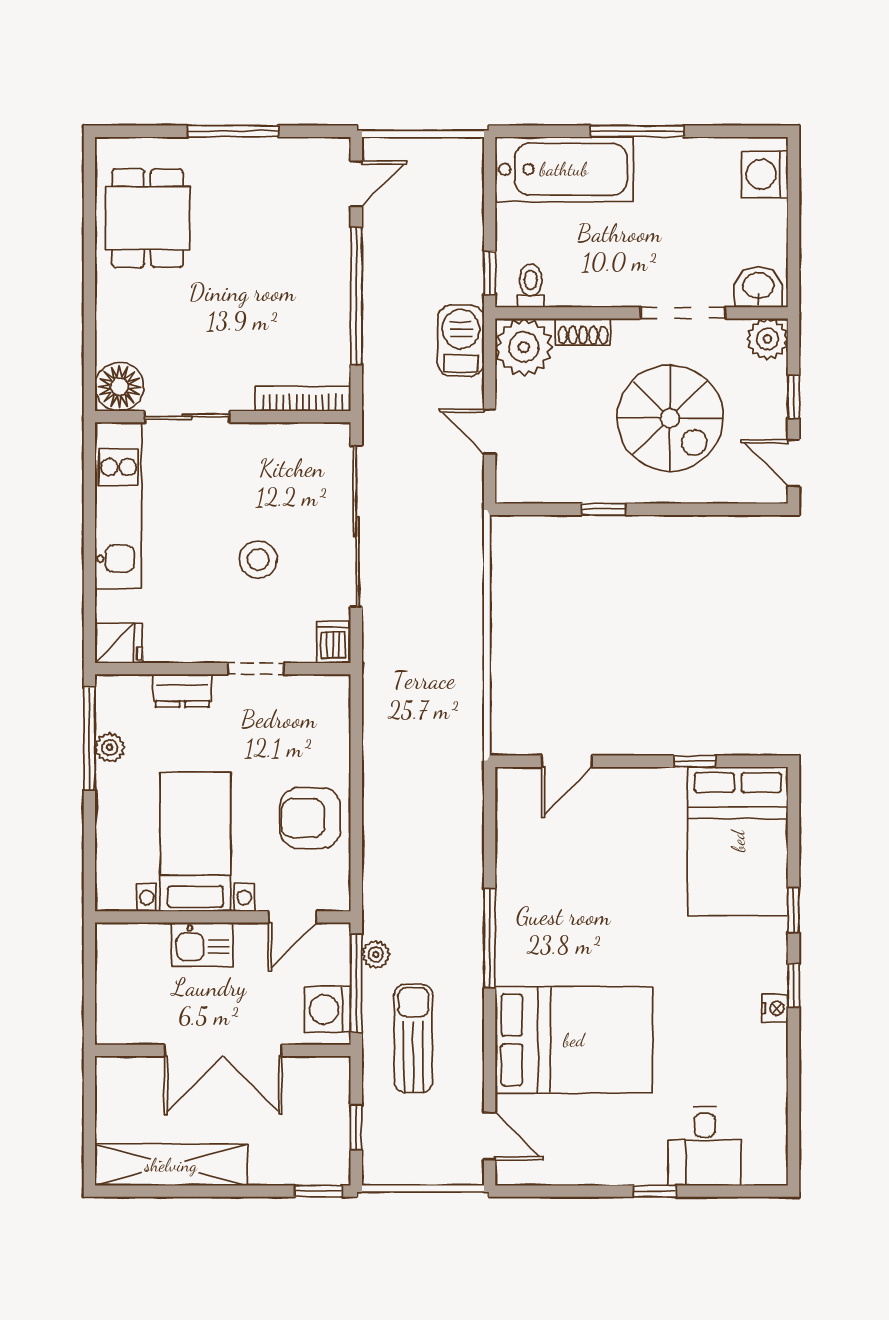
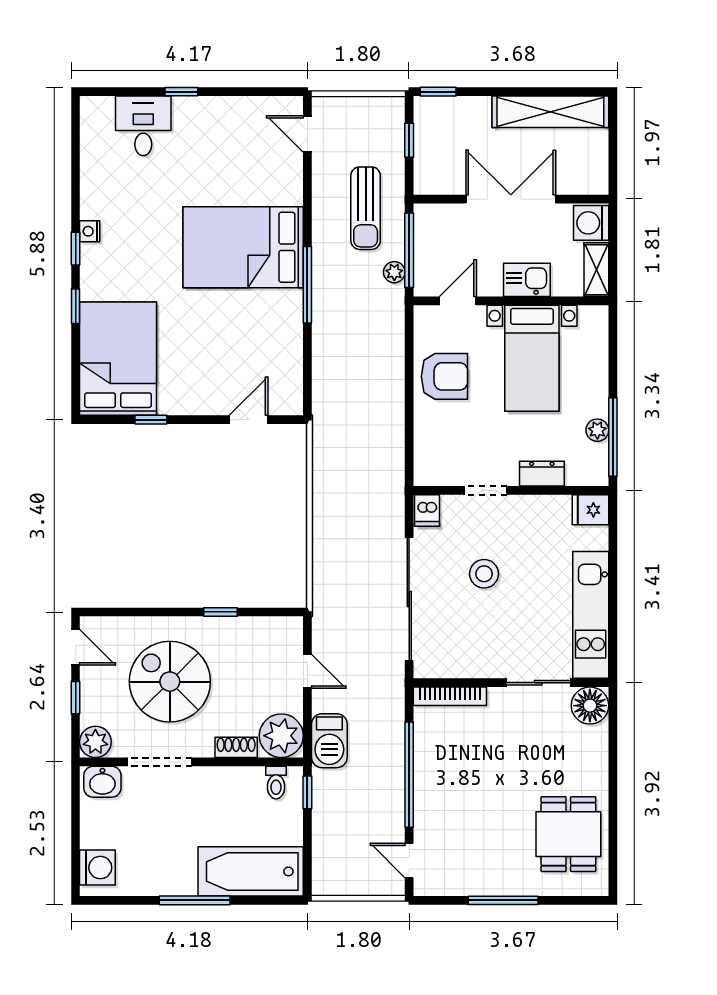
door: (356, 184) -> (409, 860), hinge flipped
shelving: (111, 958) -> (596, 270), added
washing machine: (328, 1009) -> (591, 223), moved, turned 180
bed: (574, 1040) -> (243, 247), moved

